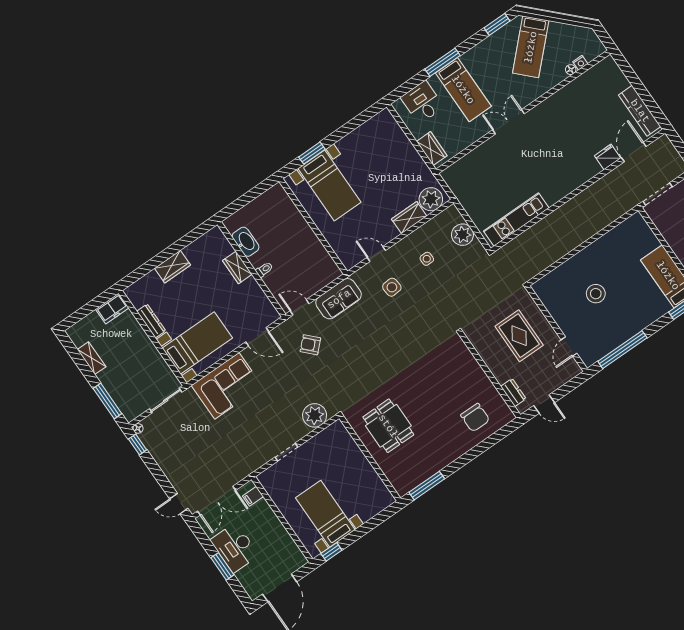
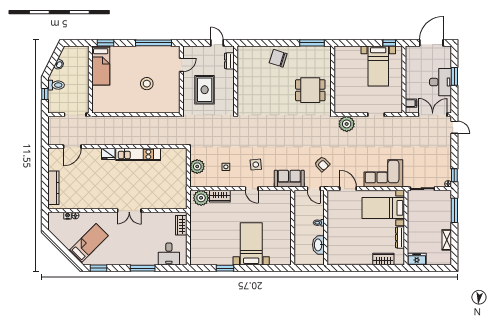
bed: (463, 90) -> (142, 245), removed
kitchen counter: (640, 111) -> (53, 188), moved
window: (312, 153) -> (225, 268), moved
fridge: (608, 157) -> (108, 154), moved
kitchen unit: (516, 219) -> (138, 154), moved
wall: (313, 226) -> (293, 228), moved
wardrobe: (173, 267) -> (383, 259), moved
wardrobe: (237, 267) -> (333, 234), removed
chair: (475, 418) -> (278, 58), moved, turned -72
dining table: (388, 426) -> (310, 90), turned 90

